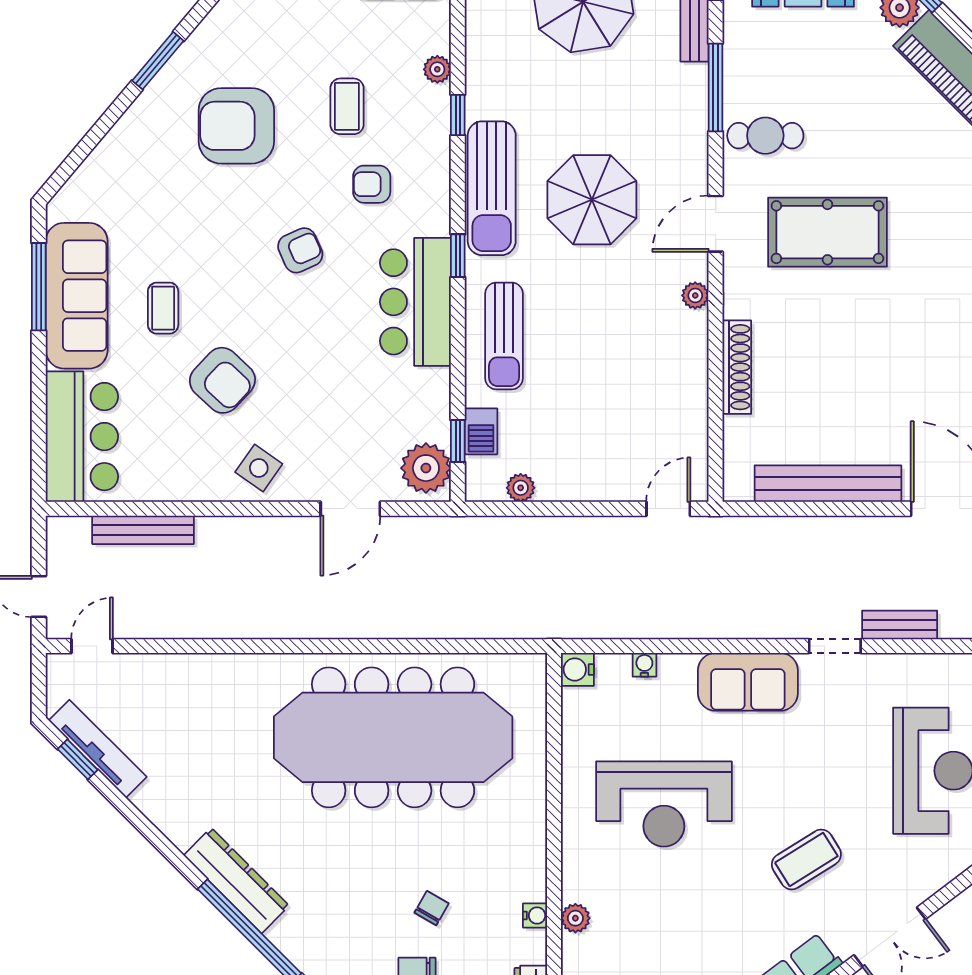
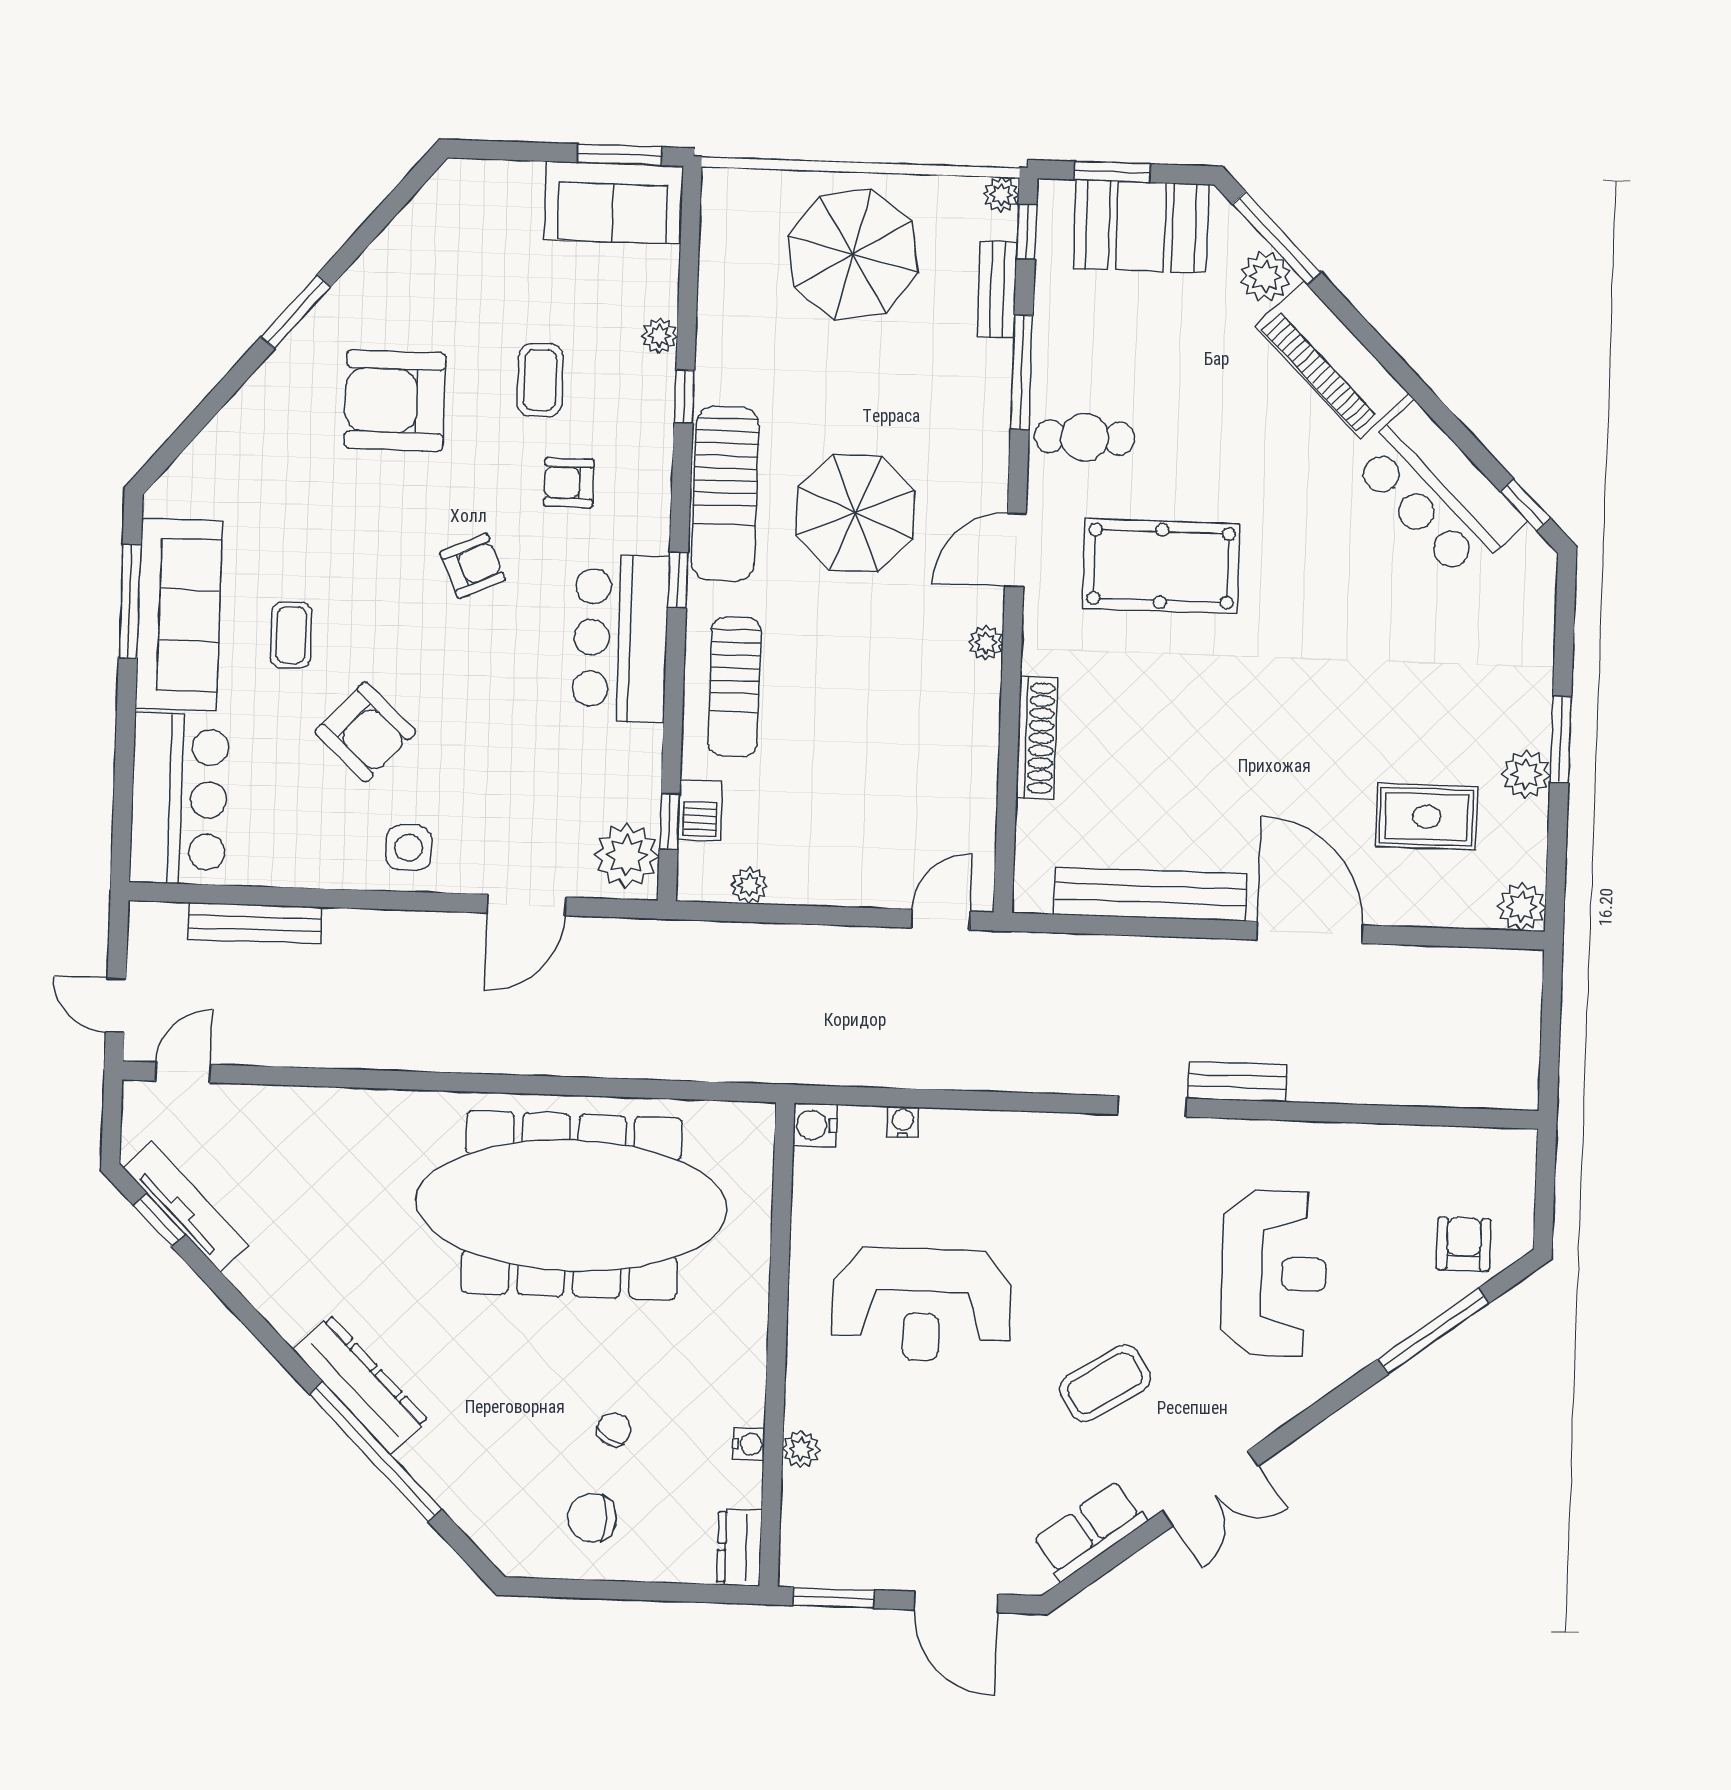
side table: (259, 468) -> (409, 848), turned -35
sofa: (748, 682) -> (1037, 1149), removed

